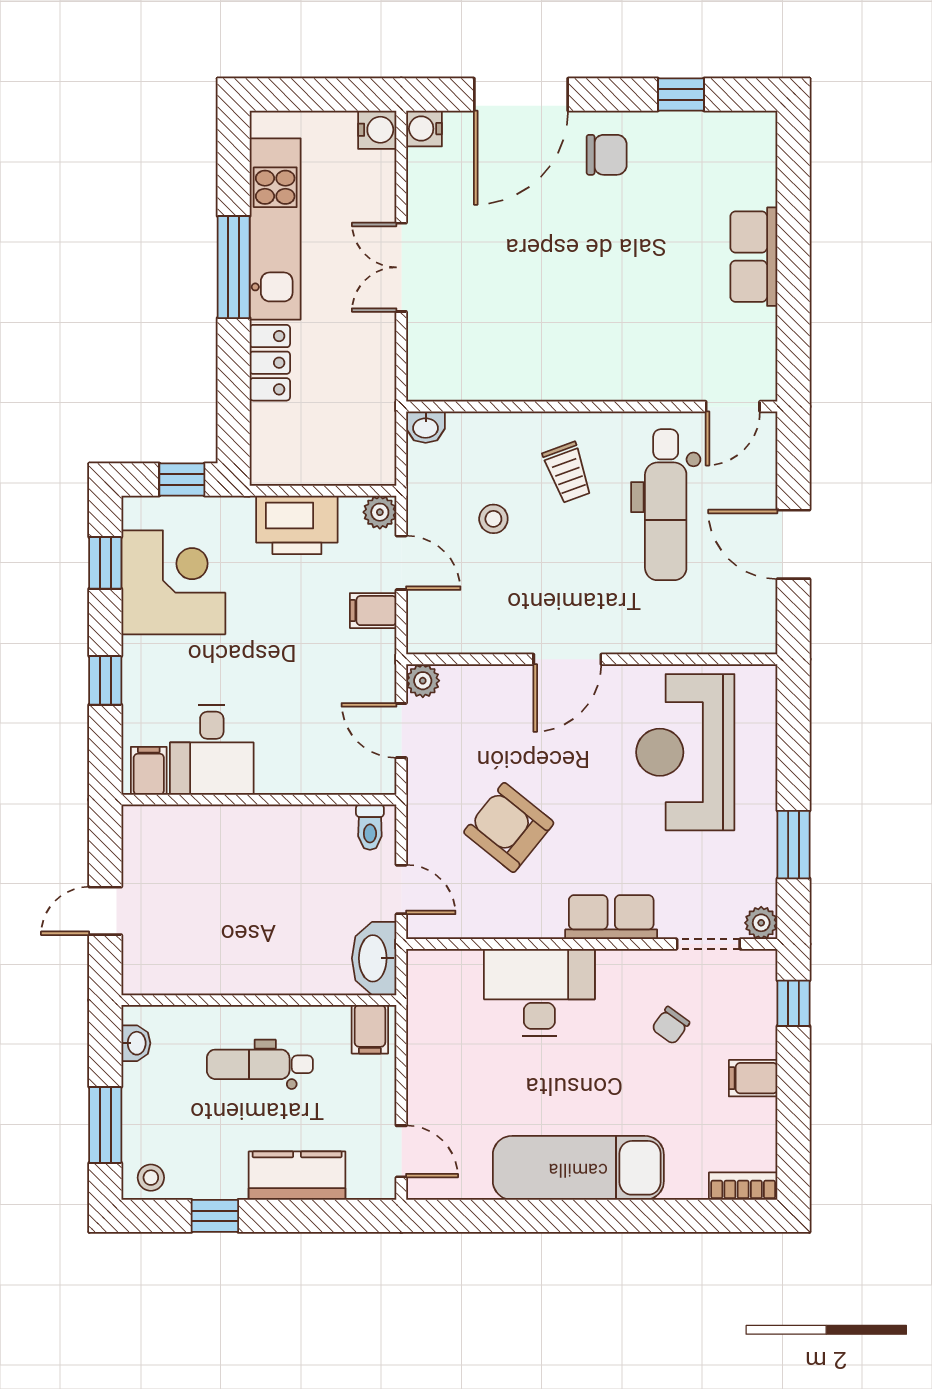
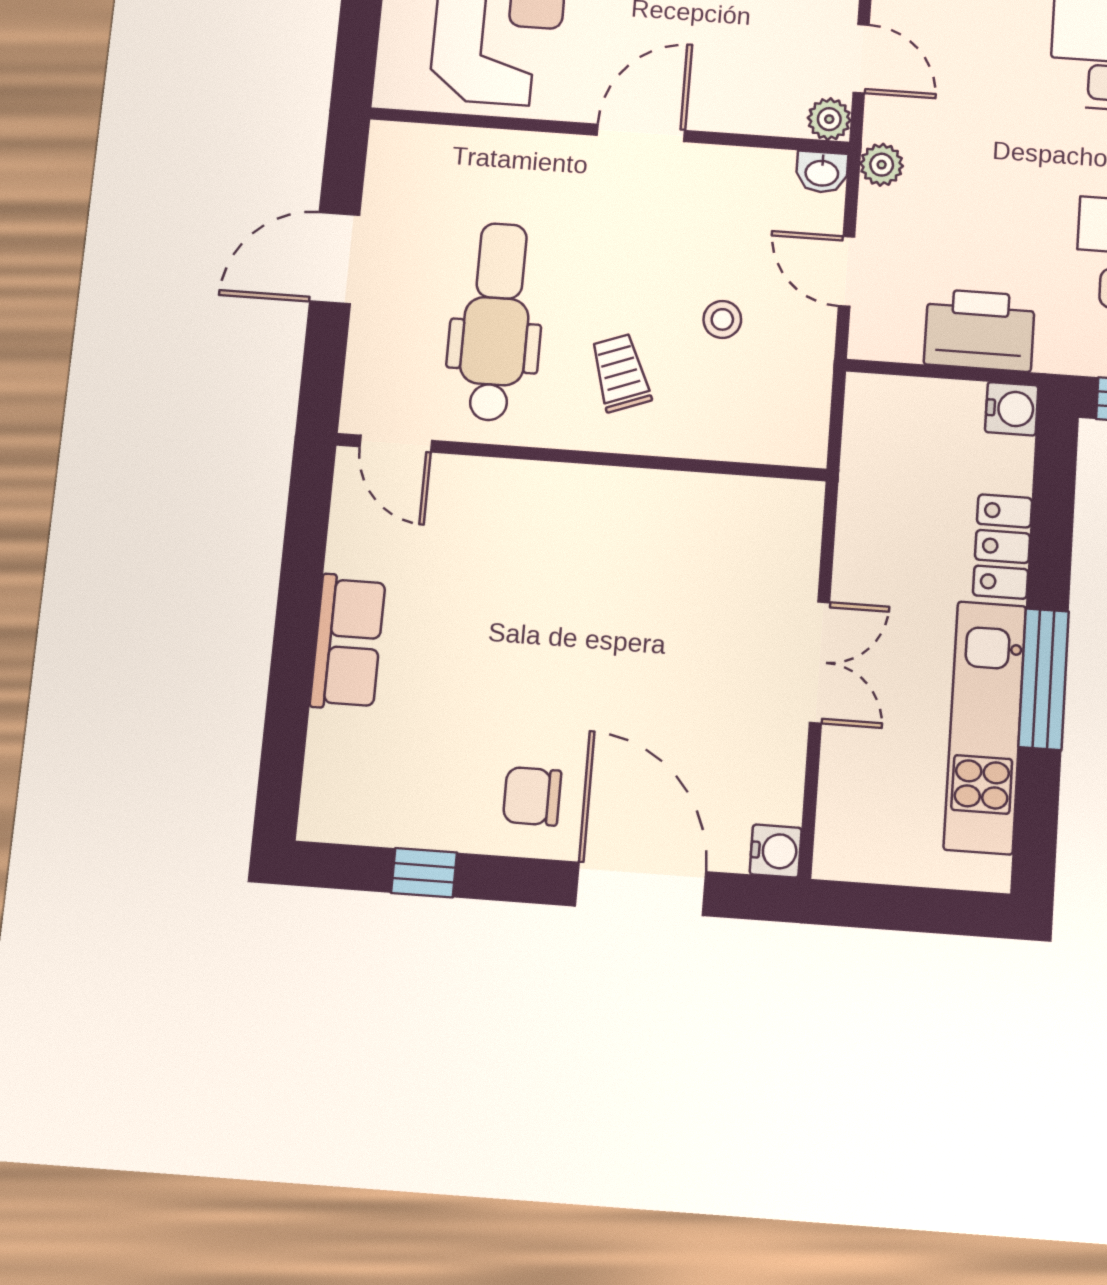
door: (521, 95) -> (641, 889), hinge flipped
water cooler: (377, 130) -> (1012, 409), moved, turned 180
door: (733, 407) -> (396, 444), swing flipped
washbasin: (426, 427) -> (822, 172), moved, turned 180
plant: (380, 512) -> (882, 165), moved
door: (793, 544) -> (335, 258), swing flipped
filing cabinet: (373, 611) -> (887, 213), removed

